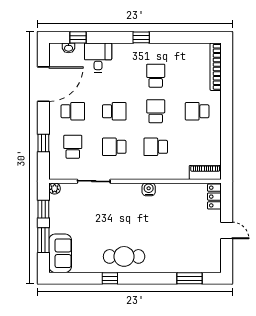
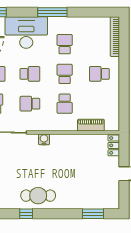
window: (141, 37) -> (52, 12), width x2.17
desk: (98, 58) -> (26, 33), width x1.87, depth x1.30
school desk: (156, 147) -> (65, 104), turned -90
piano: (205, 172) -> (91, 125), moved
water cooler: (149, 189) -> (44, 139), moved

